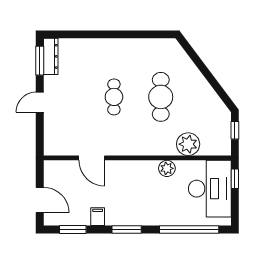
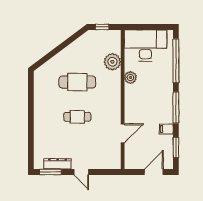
dresser: (51, 56) -> (58, 164), moved
window: (235, 179) -> (138, 27), removed
window: (127, 230) -> (176, 107), width x1.44

